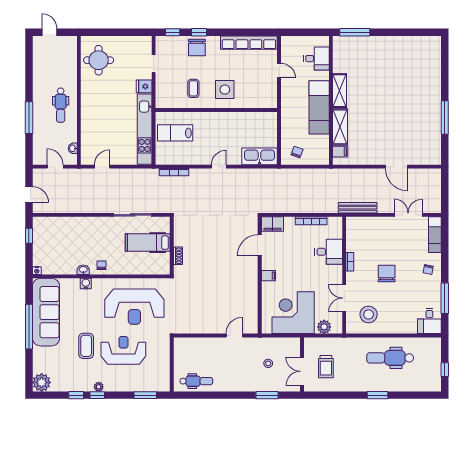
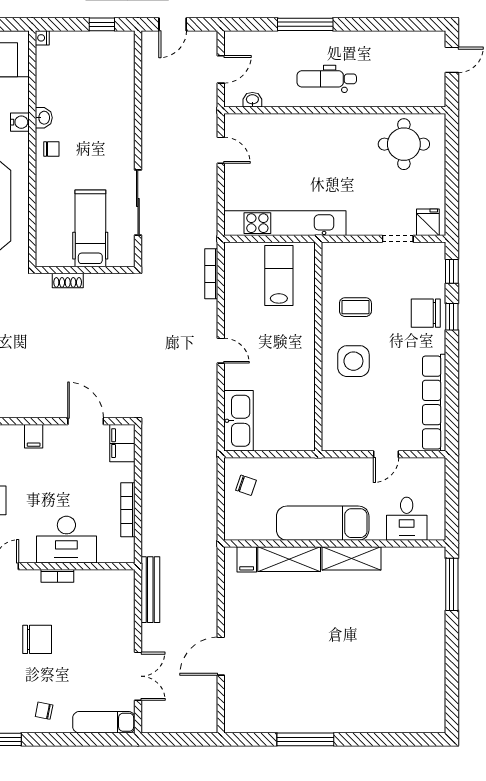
fridge: (144, 86) -> (428, 222), moved
desk: (329, 252) -> (66, 540), width x1.37

